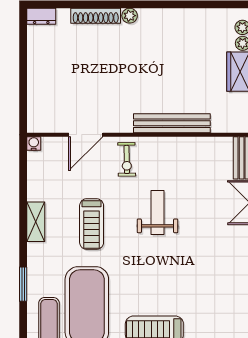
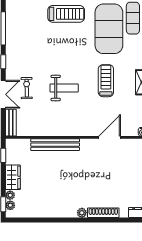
exercise bike: (127, 159) -> (27, 88), moved
weight bench: (157, 213) -> (64, 88), turned -90

